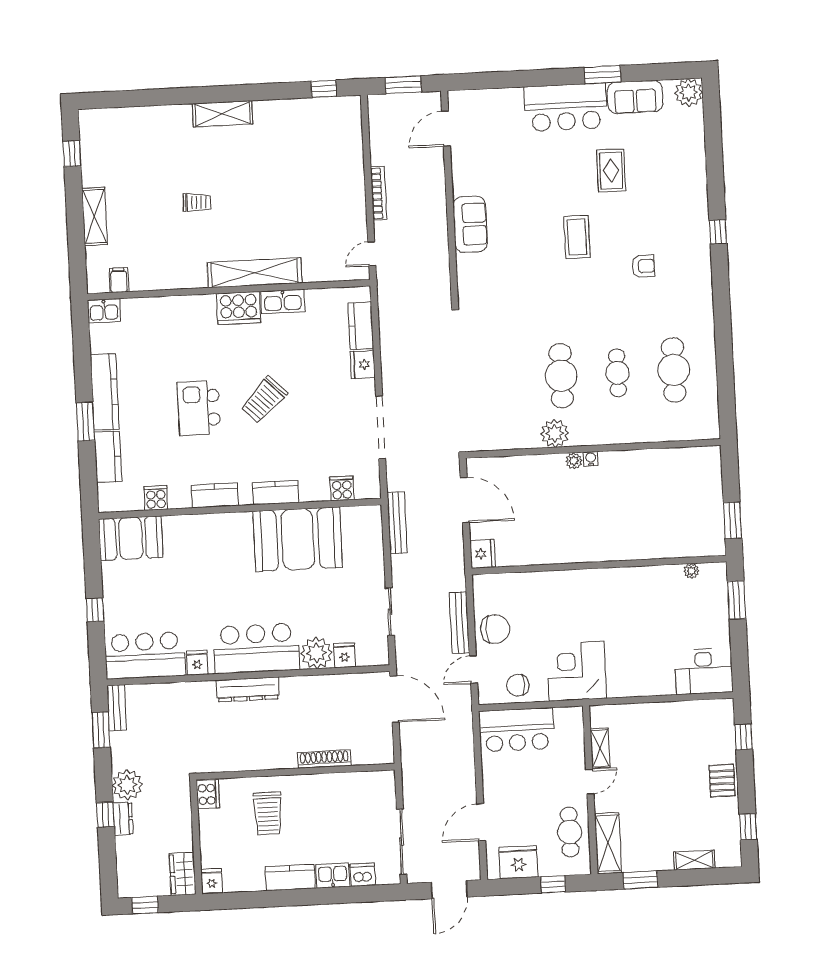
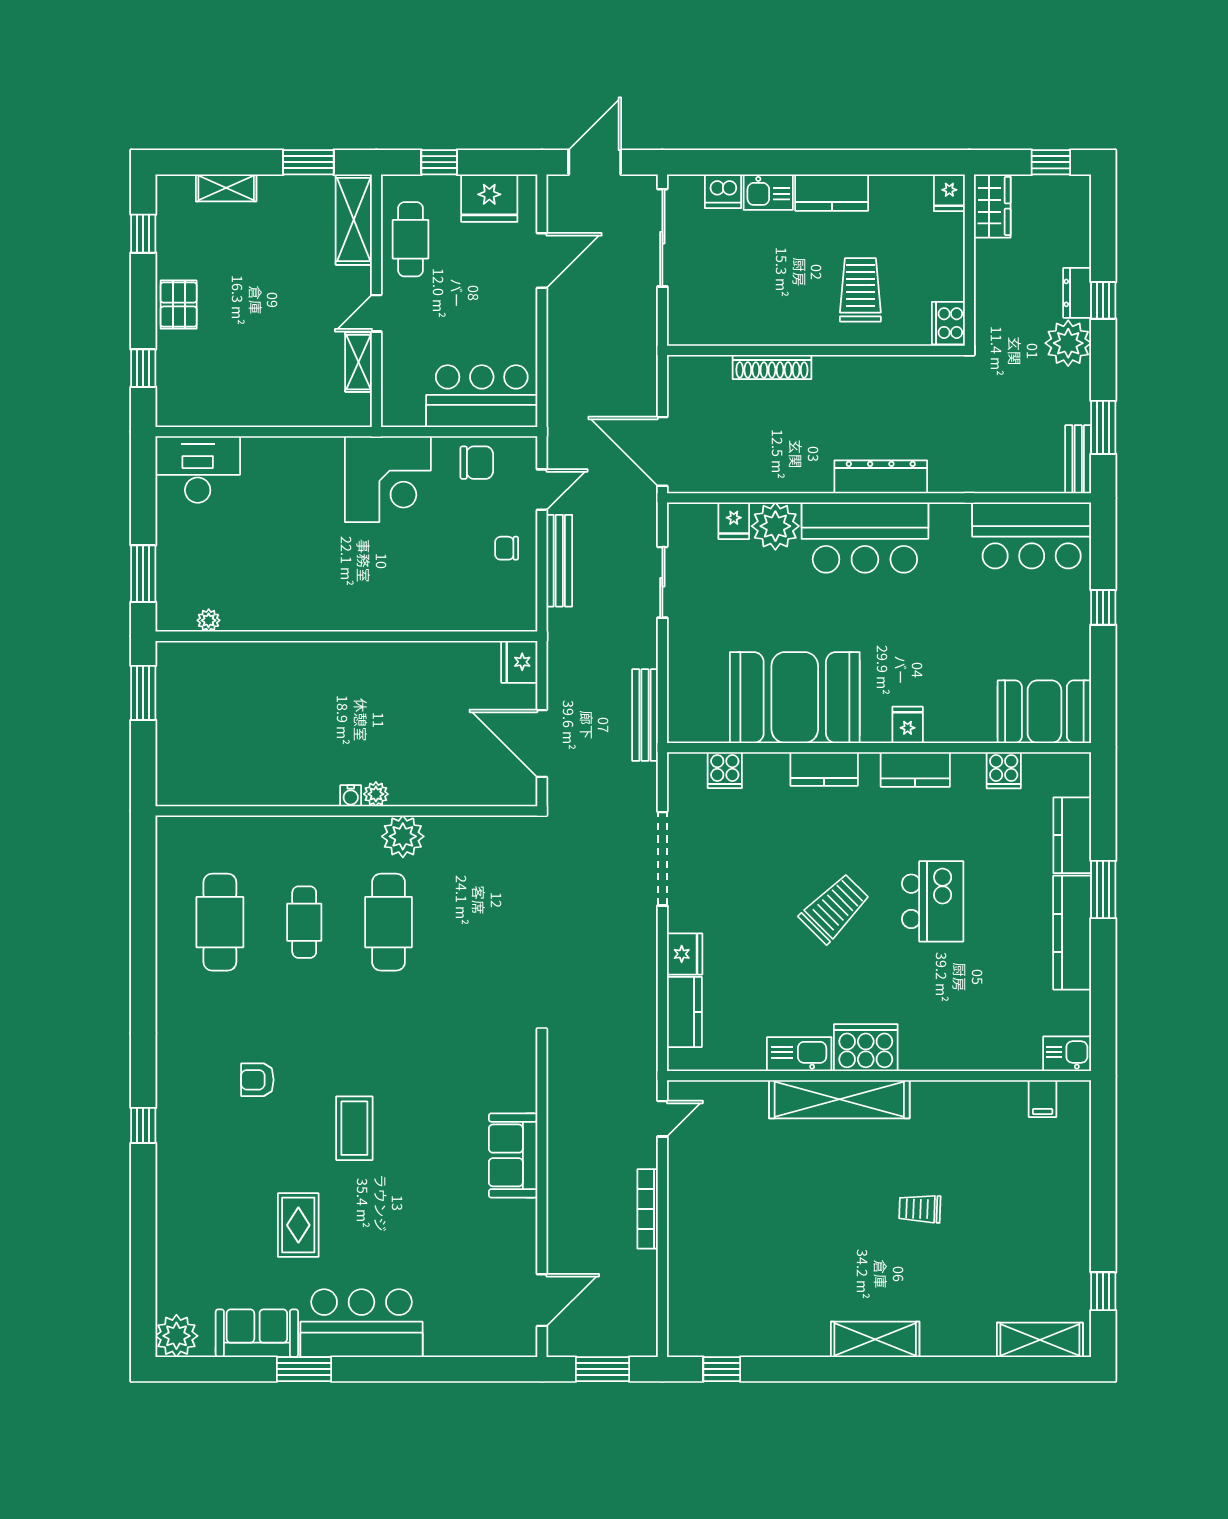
shelving: (95, 216) -> (1040, 1340), moved, turned 90
chair: (495, 629) -> (507, 548), width x0.54, depth x0.54
fridge: (197, 663) -> (908, 725), moved, turned 180

